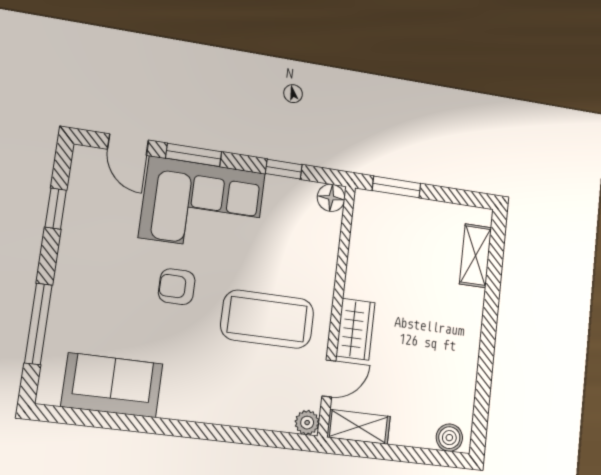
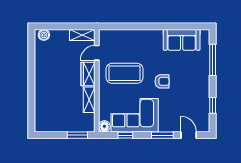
corner sofa: (202, 205) -> (135, 115), moved
shelving: (476, 256) -> (89, 100), moved
plant: (307, 423) -> (103, 34), removed

